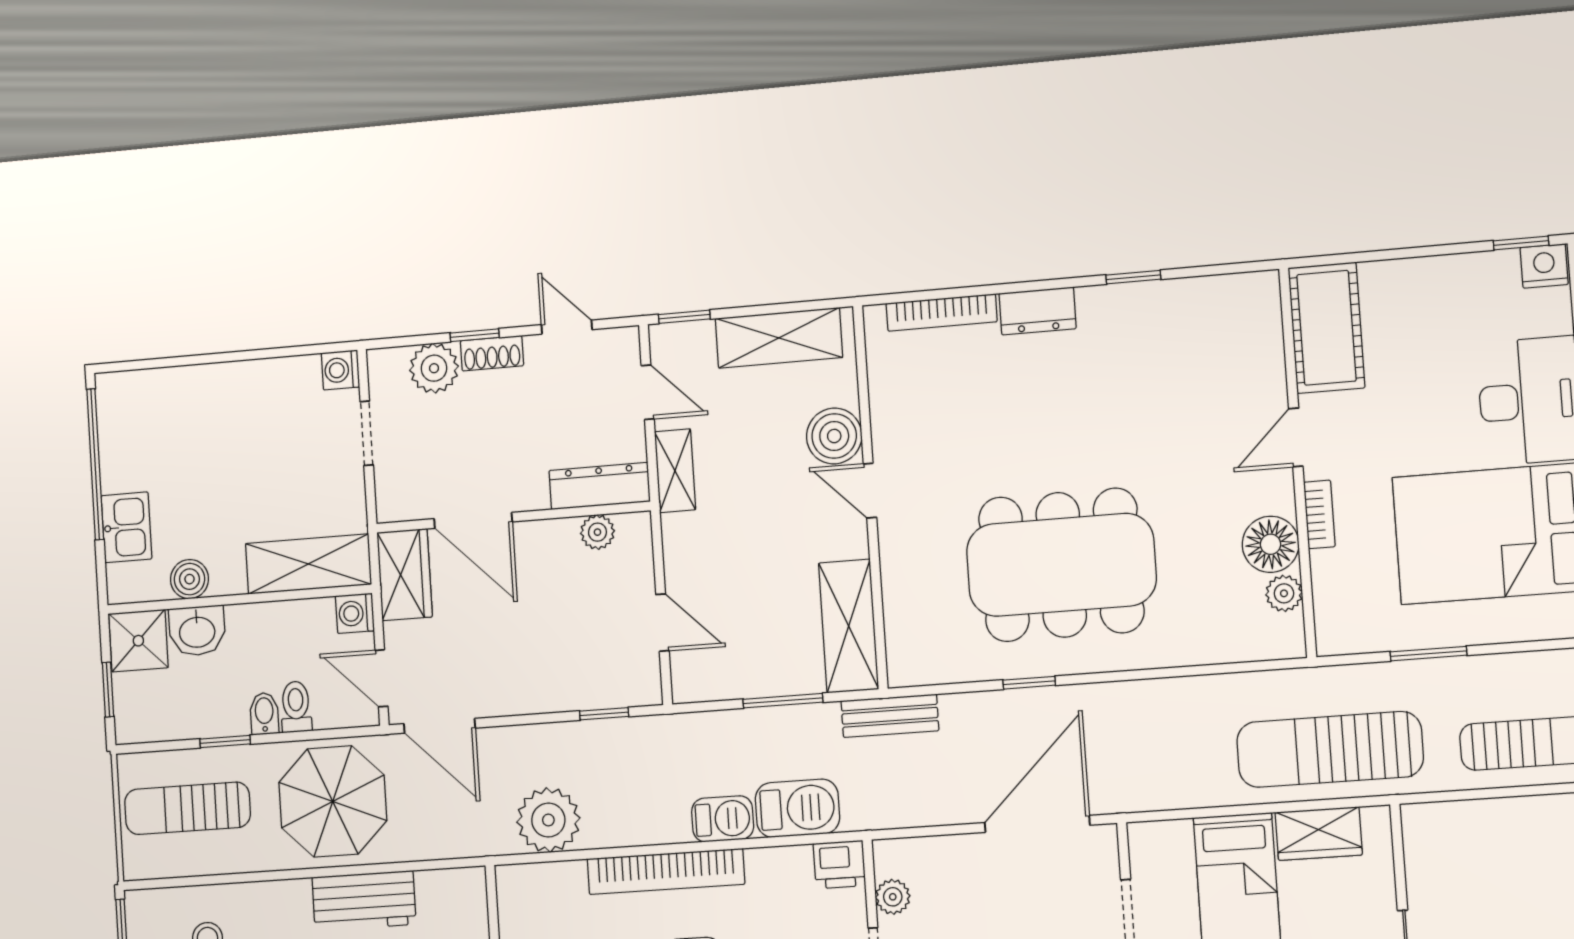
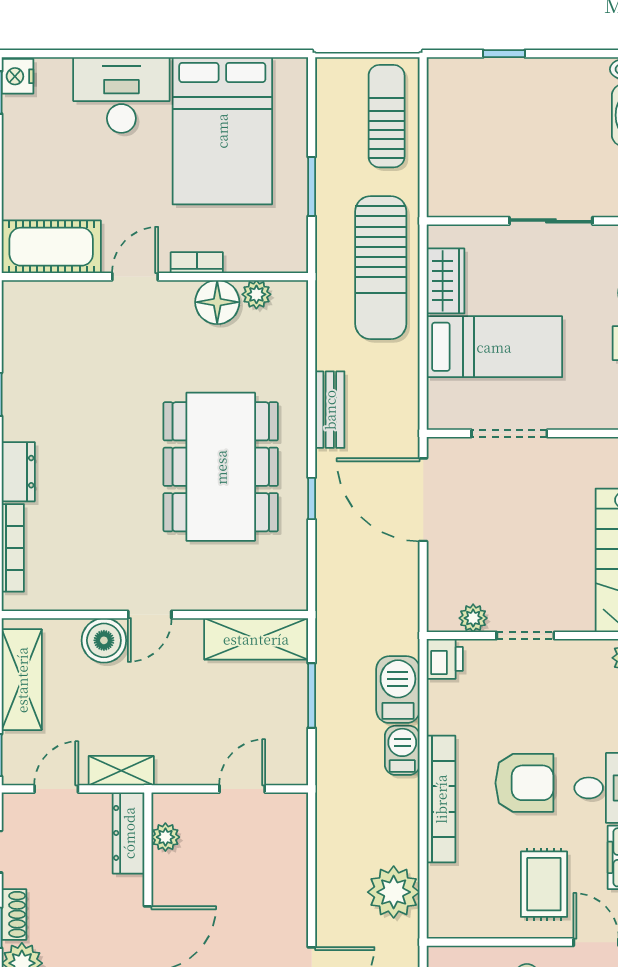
door: (1296, 437) -> (135, 277), swing flipped
window: (604, 714) -> (312, 841), removed
bench: (890, 716) -> (330, 410), moved

